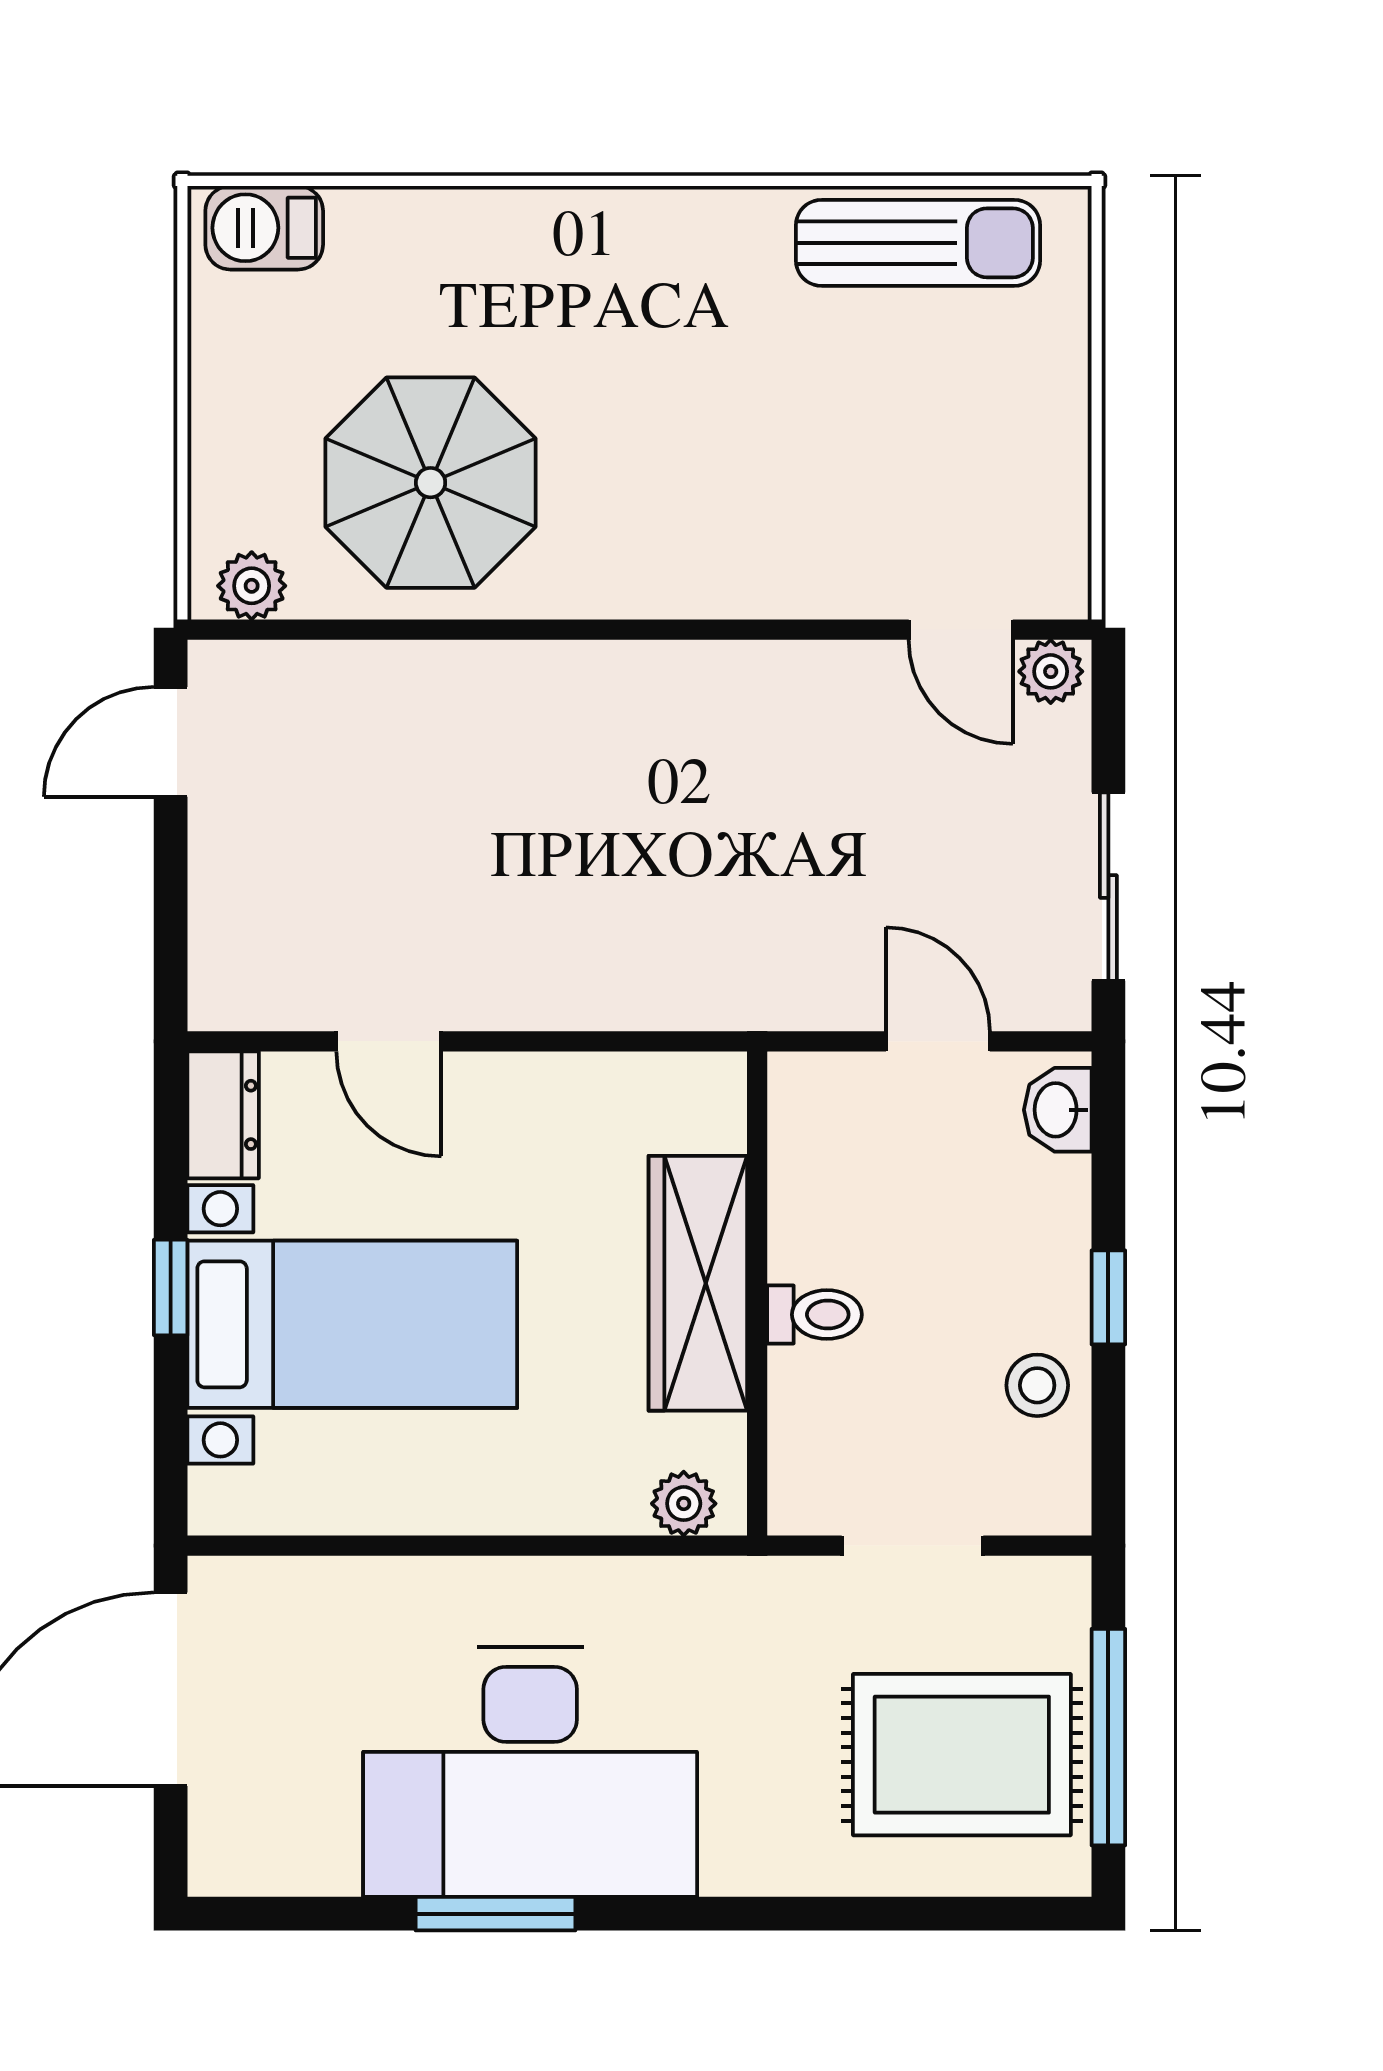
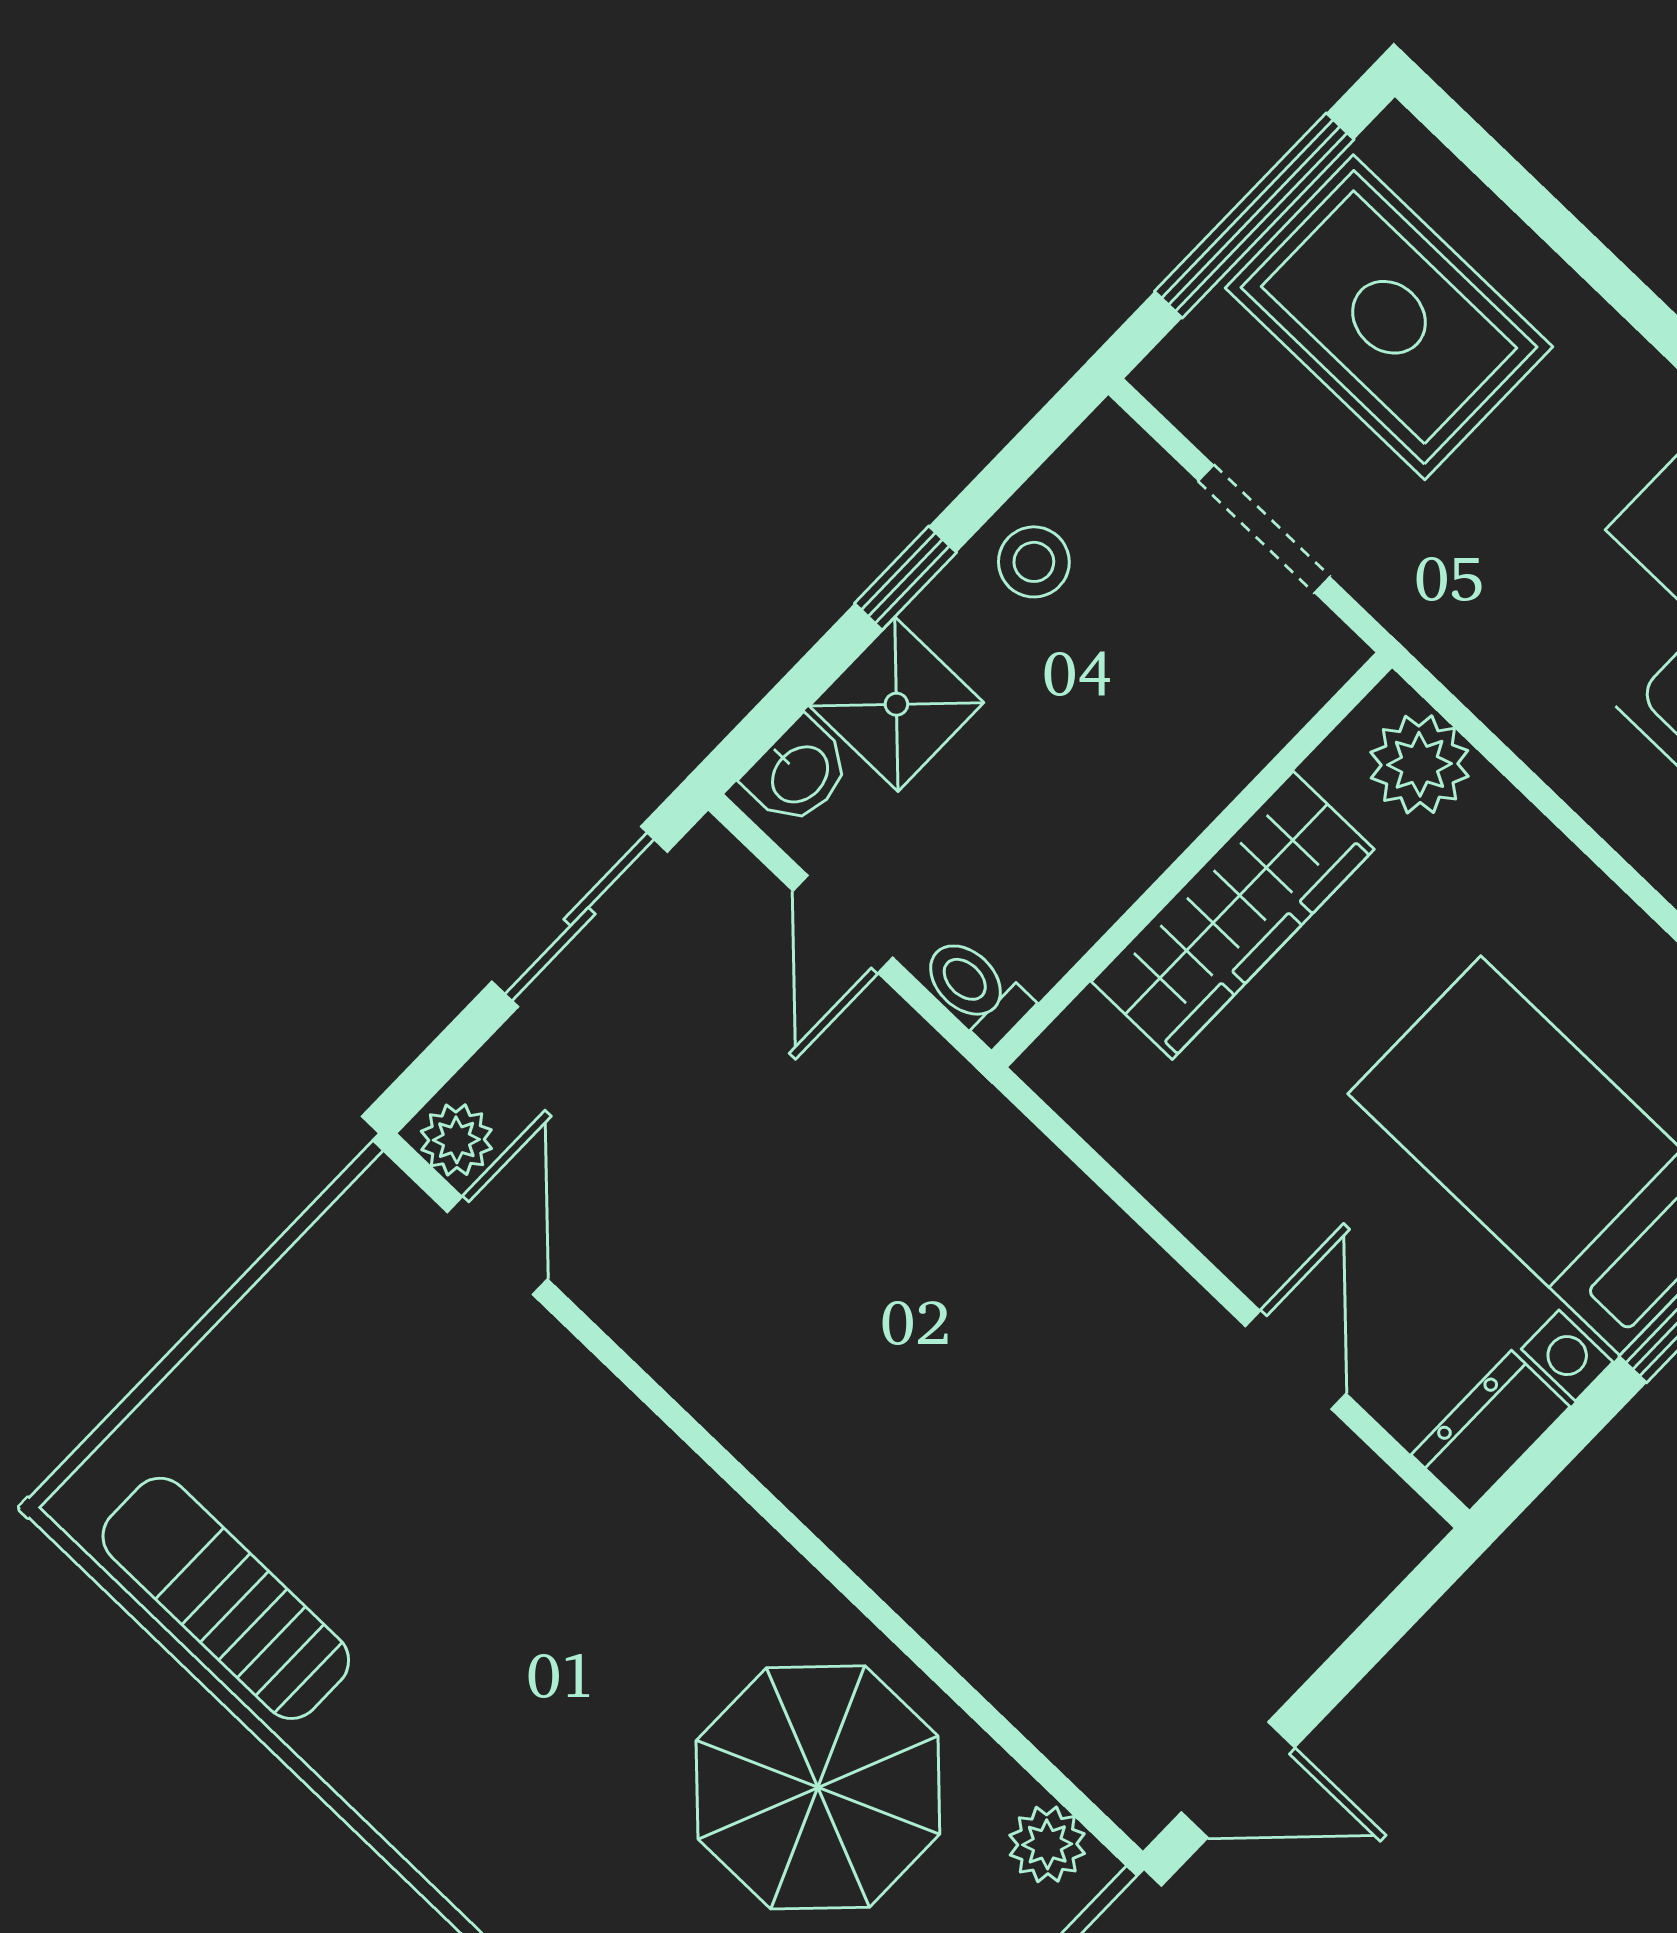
shower: (1038, 1212) -> (896, 704), added
toilet: (815, 1315) -> (976, 990), moved
plant: (684, 1504) -> (1420, 764), width x1.38, depth x1.38

